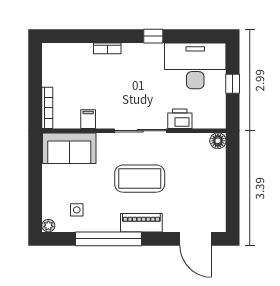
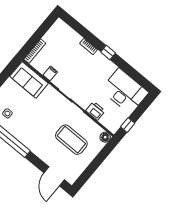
window: (153, 36) -> (108, 52), moved
window: (233, 84) -> (128, 125), moved
coffee table: (140, 179) -> (71, 140), moved
piano: (141, 223) -> (34, 146), removed

